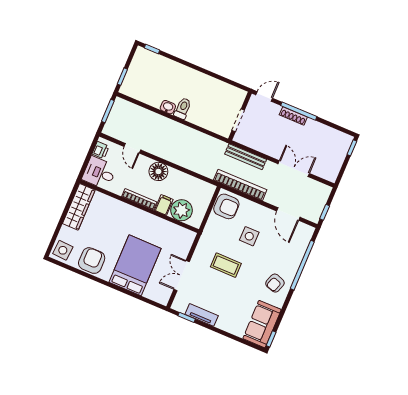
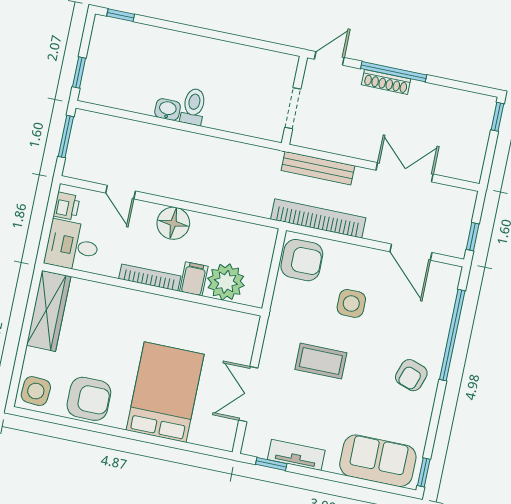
armchair: (92, 261) -> (89, 399), turned 90
sofa: (262, 324) -> (378, 461), moved, turned 90

